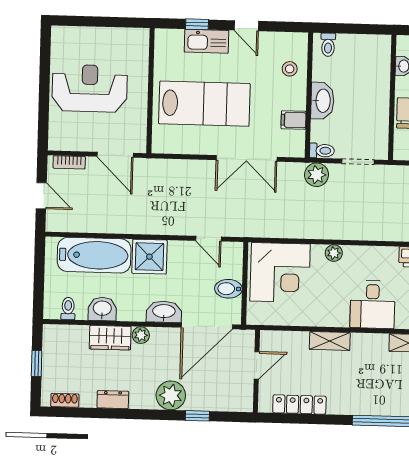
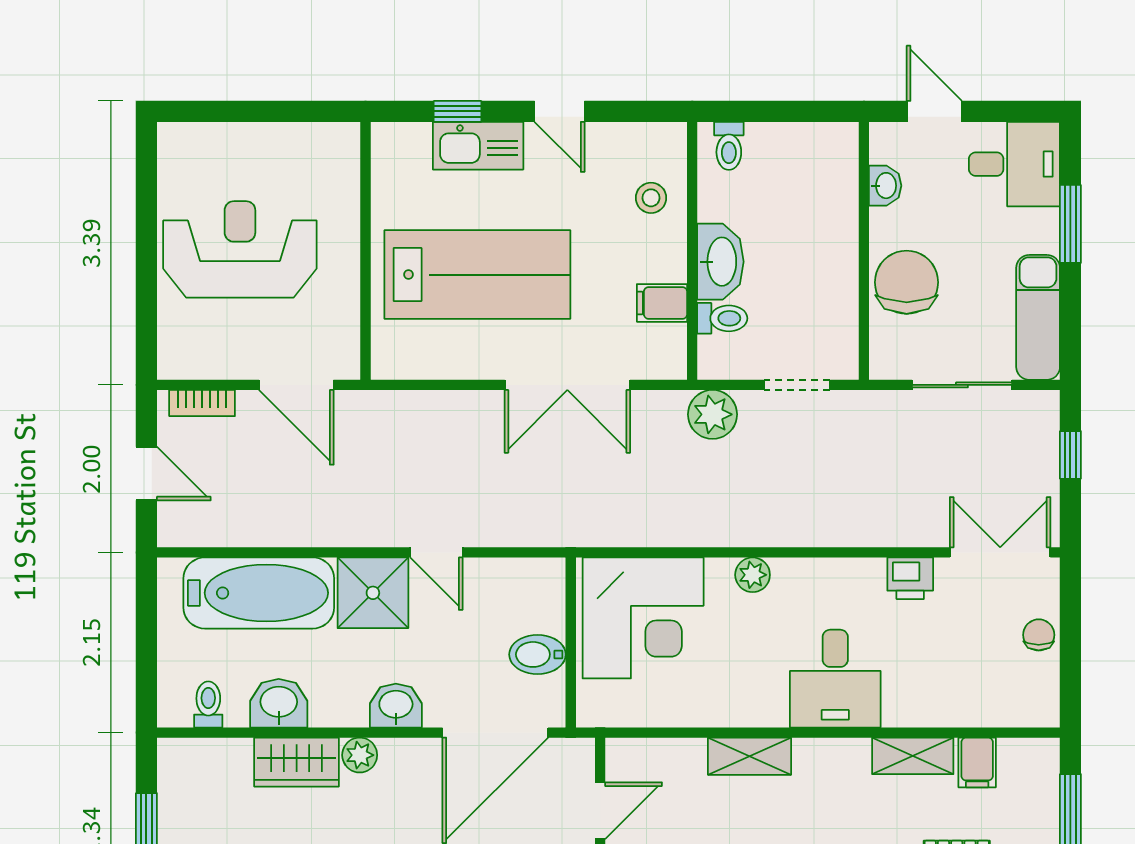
toilet: (322, 151) -> (722, 318), moved
door: (208, 239) -> (436, 552), moved
washbasin: (164, 312) -> (396, 706), width x0.72

